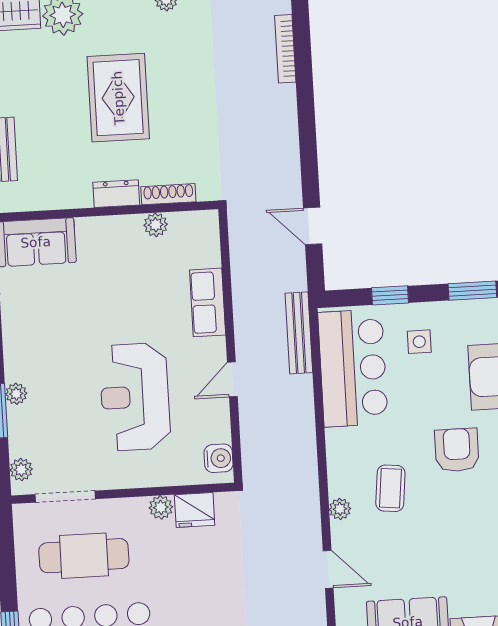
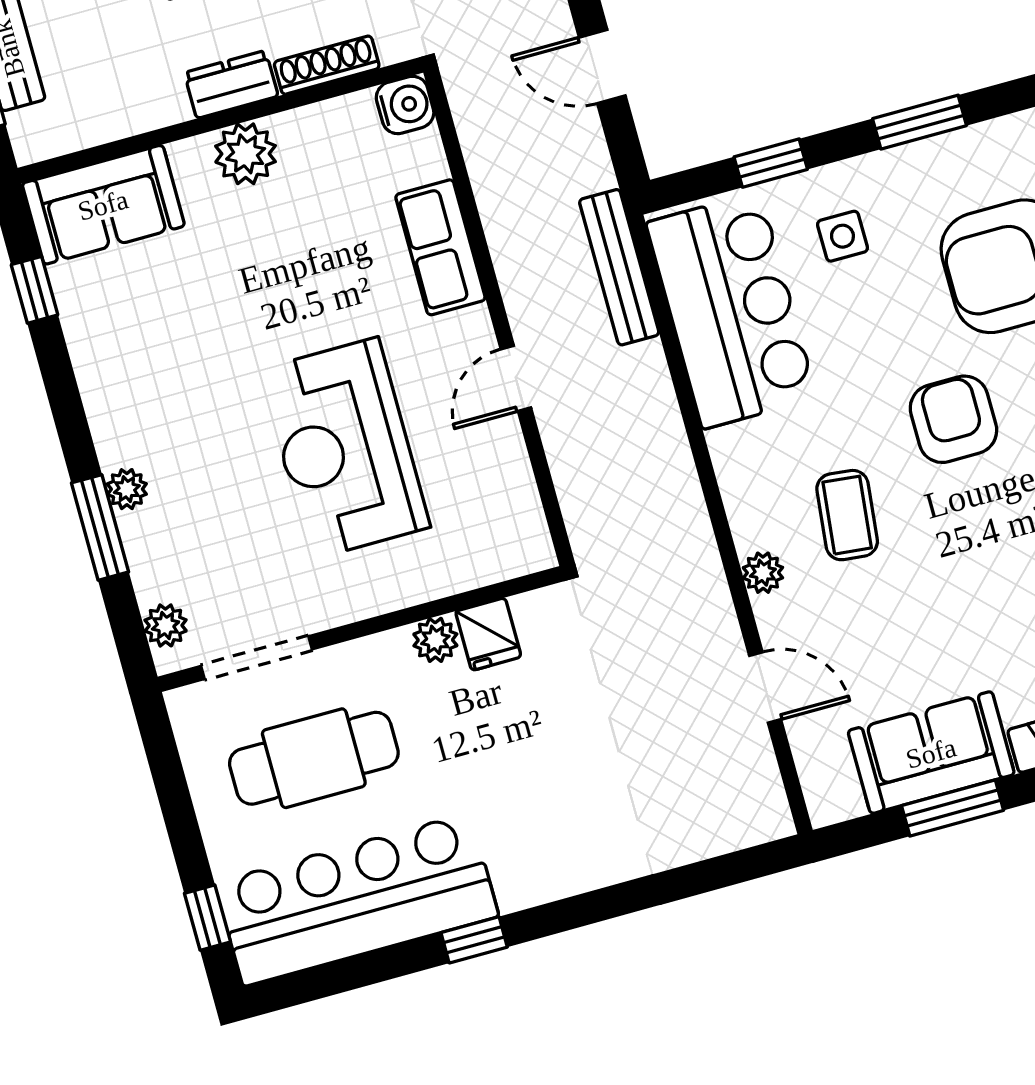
plant: (156, 225) -> (246, 154), moved, width x1.38, depth x1.38
water cooler: (219, 458) -> (405, 105), moved
fridge: (195, 510) -> (488, 634), width x0.72

